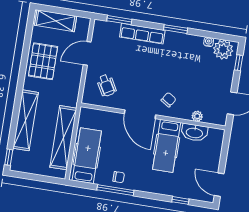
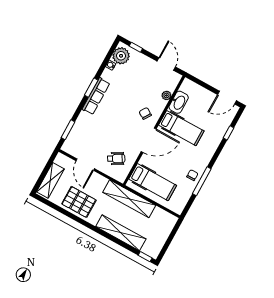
row of seats: (142, 34) -> (96, 96), moved
shelving: (63, 138) -> (129, 199), moved
hospital bed: (87, 156) -> (153, 182), moved, turned 180

